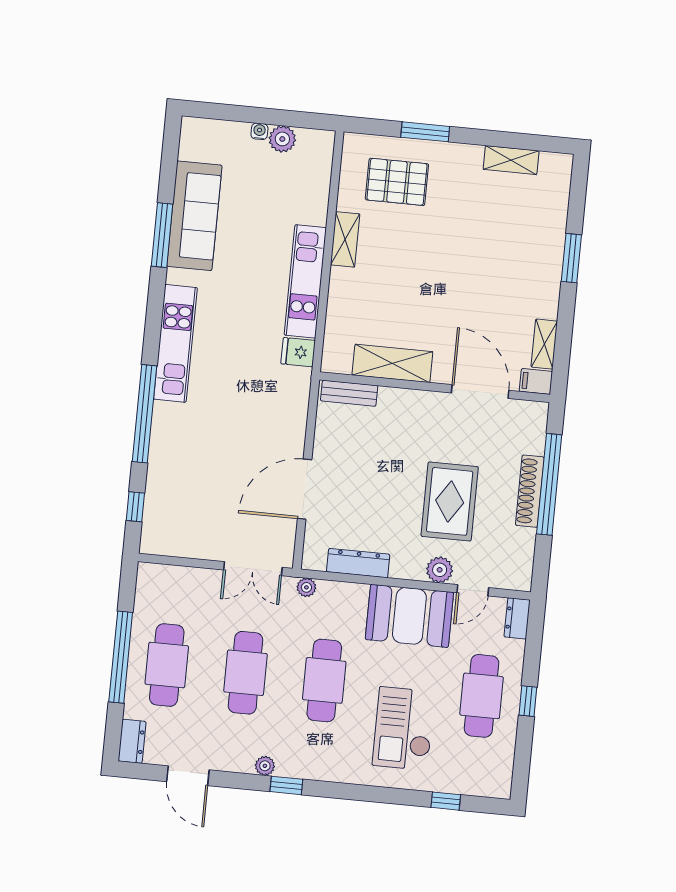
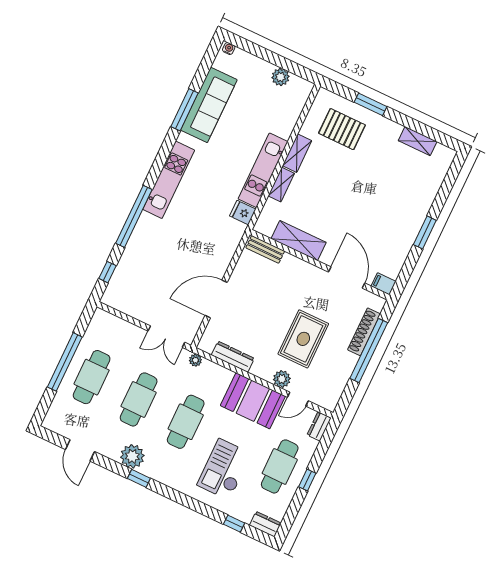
water cooler: (259, 131) -> (229, 49), moved
window: (571, 258) -> (425, 232), moved
shelving: (544, 344) -> (281, 185), moved
shoe rack: (530, 491) -> (364, 332), moved
dresser: (132, 741) -> (265, 524), moved, turned -90
plant: (265, 766) -> (132, 456), width x1.88, depth x1.88

